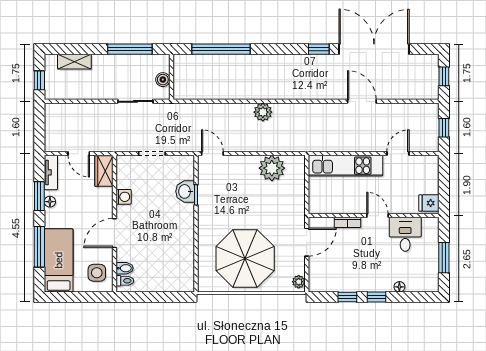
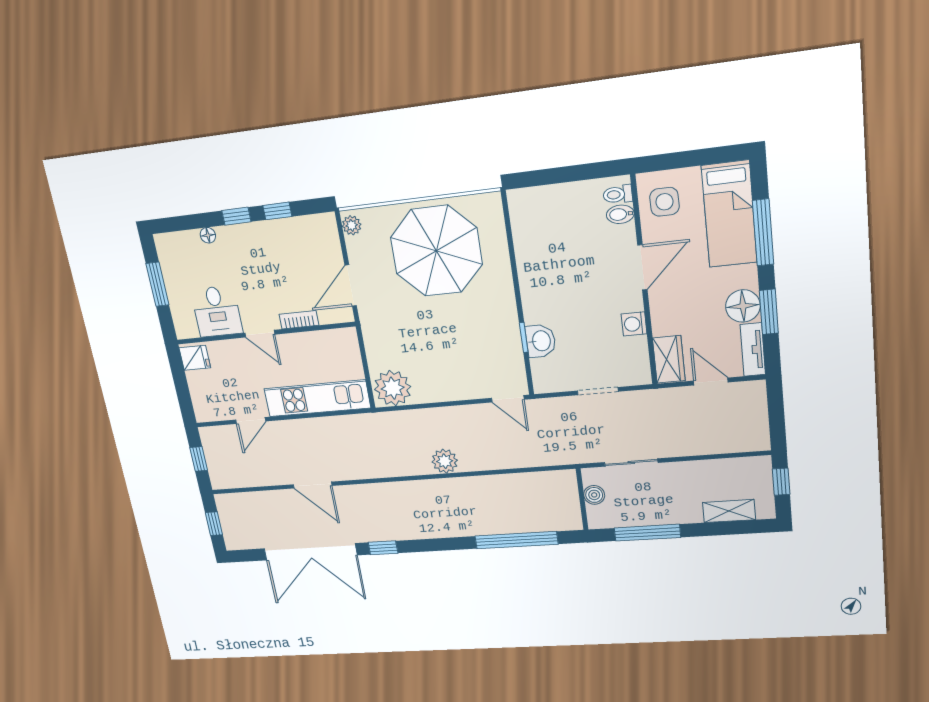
plant: (272, 168) -> (393, 388), moved
floor lamp: (50, 202) -> (743, 306), width x1.89, depth x1.89

